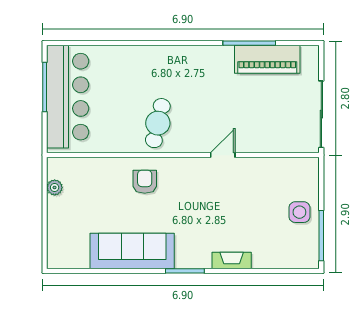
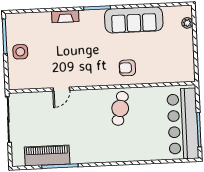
door: (223, 155) -> (61, 89), moved
armchair: (145, 182) -> (127, 68), turned 90
plant: (55, 187) -> (187, 23), moved

